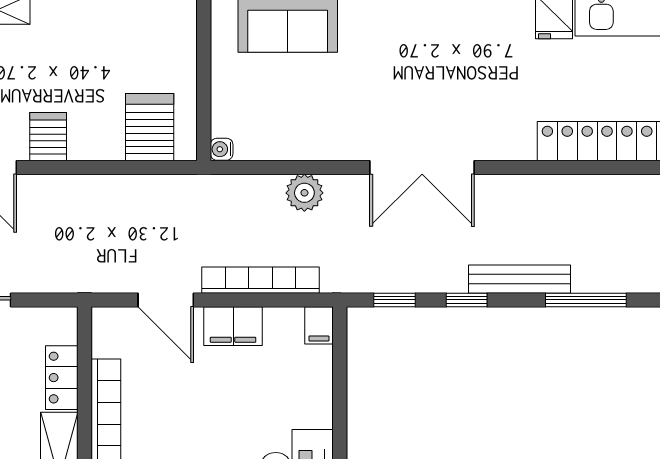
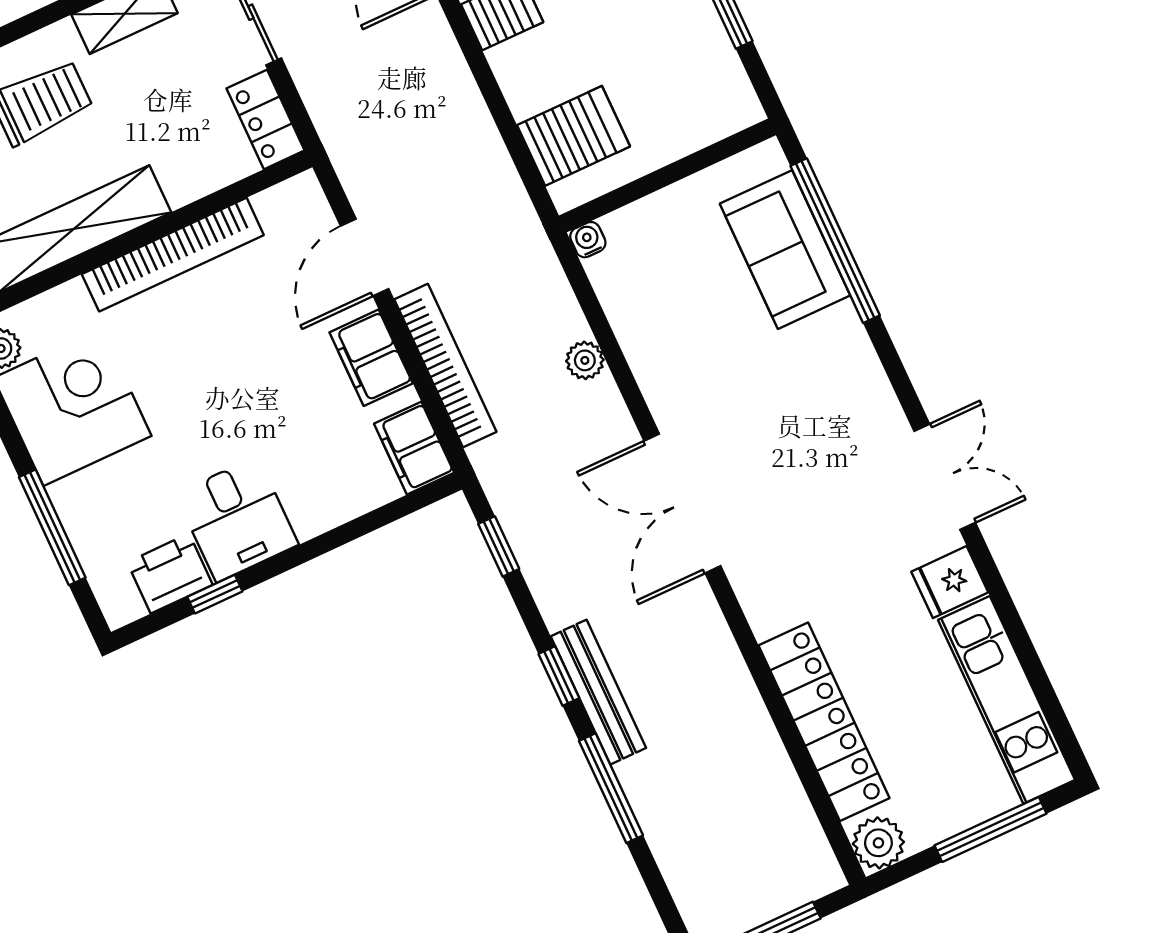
plant: (304, 193) -> (585, 360), width x0.73, depth x0.73
window: (467, 300) -> (559, 676), moved
filing cabinet: (319, 325) -> (414, 448), width x2.00
locker: (62, 378) -> (266, 119), moved, turned -90

